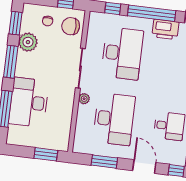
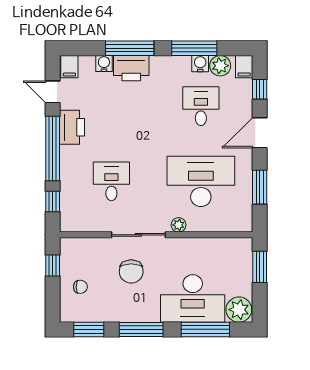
chair: (71, 26) -> (131, 271), moved
plant: (28, 42) -> (239, 310), moved
desk: (122, 53) -> (111, 181), width x0.53, depth x0.77

